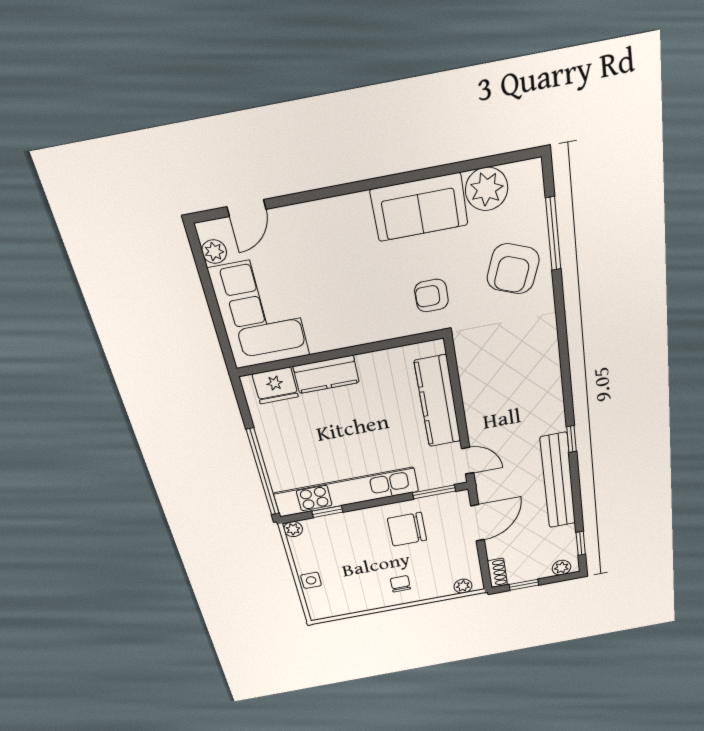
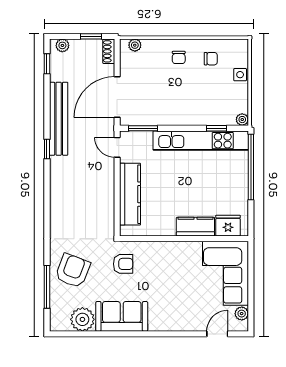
door: (477, 523) -> (117, 97), width x1.36
chair: (407, 529) -> (211, 59), moved, width x0.54, depth x0.54

